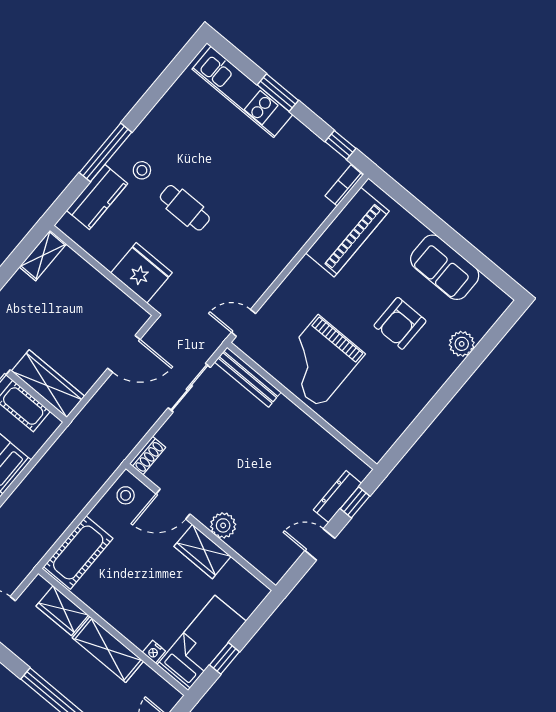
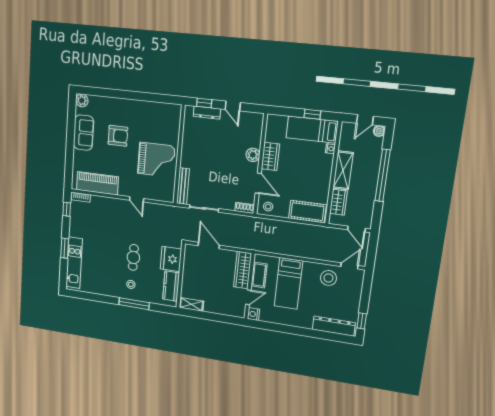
kitchen counter: (97, 197) -> (171, 286), moved, turned -90
door: (243, 323) -> (137, 199), moved
plant: (462, 344) -> (82, 100), moved

